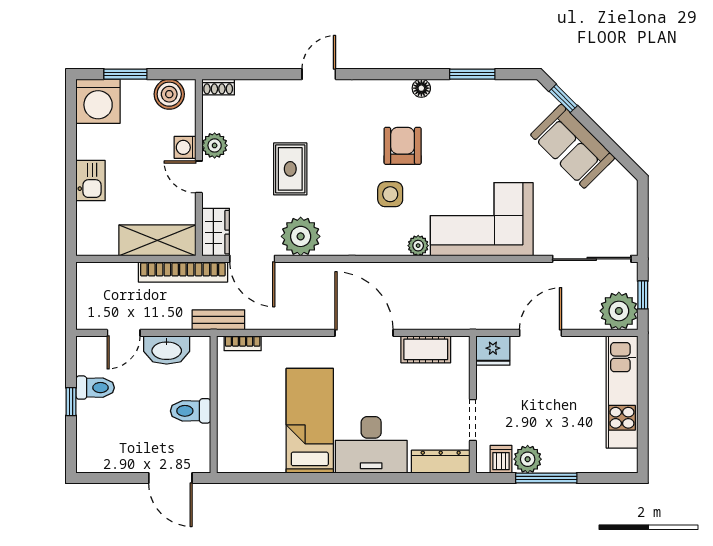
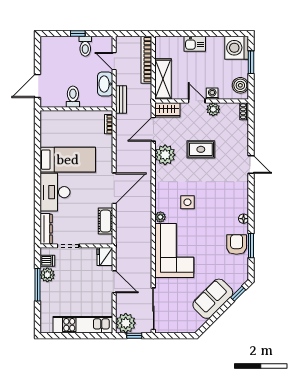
armchair: (403, 146) -> (237, 244), moved, turned -90
door: (199, 177) -> (197, 101), hinge flipped
bookcase: (183, 272) -> (146, 60), moved
bench: (218, 320) -> (121, 99), moved

